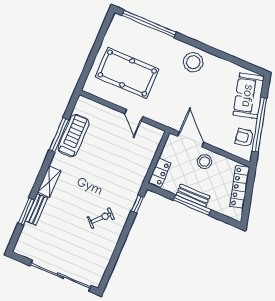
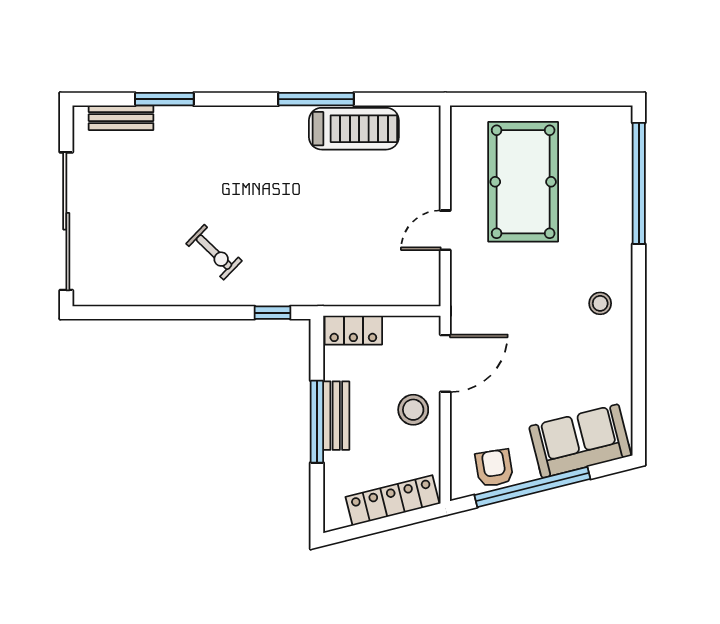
stool: (193, 62) -> (600, 303), width x0.53, depth x0.53
window: (59, 135) -> (316, 99), moved
shelving: (49, 181) -> (243, 119), removed
bench: (36, 209) -> (121, 118), moved

